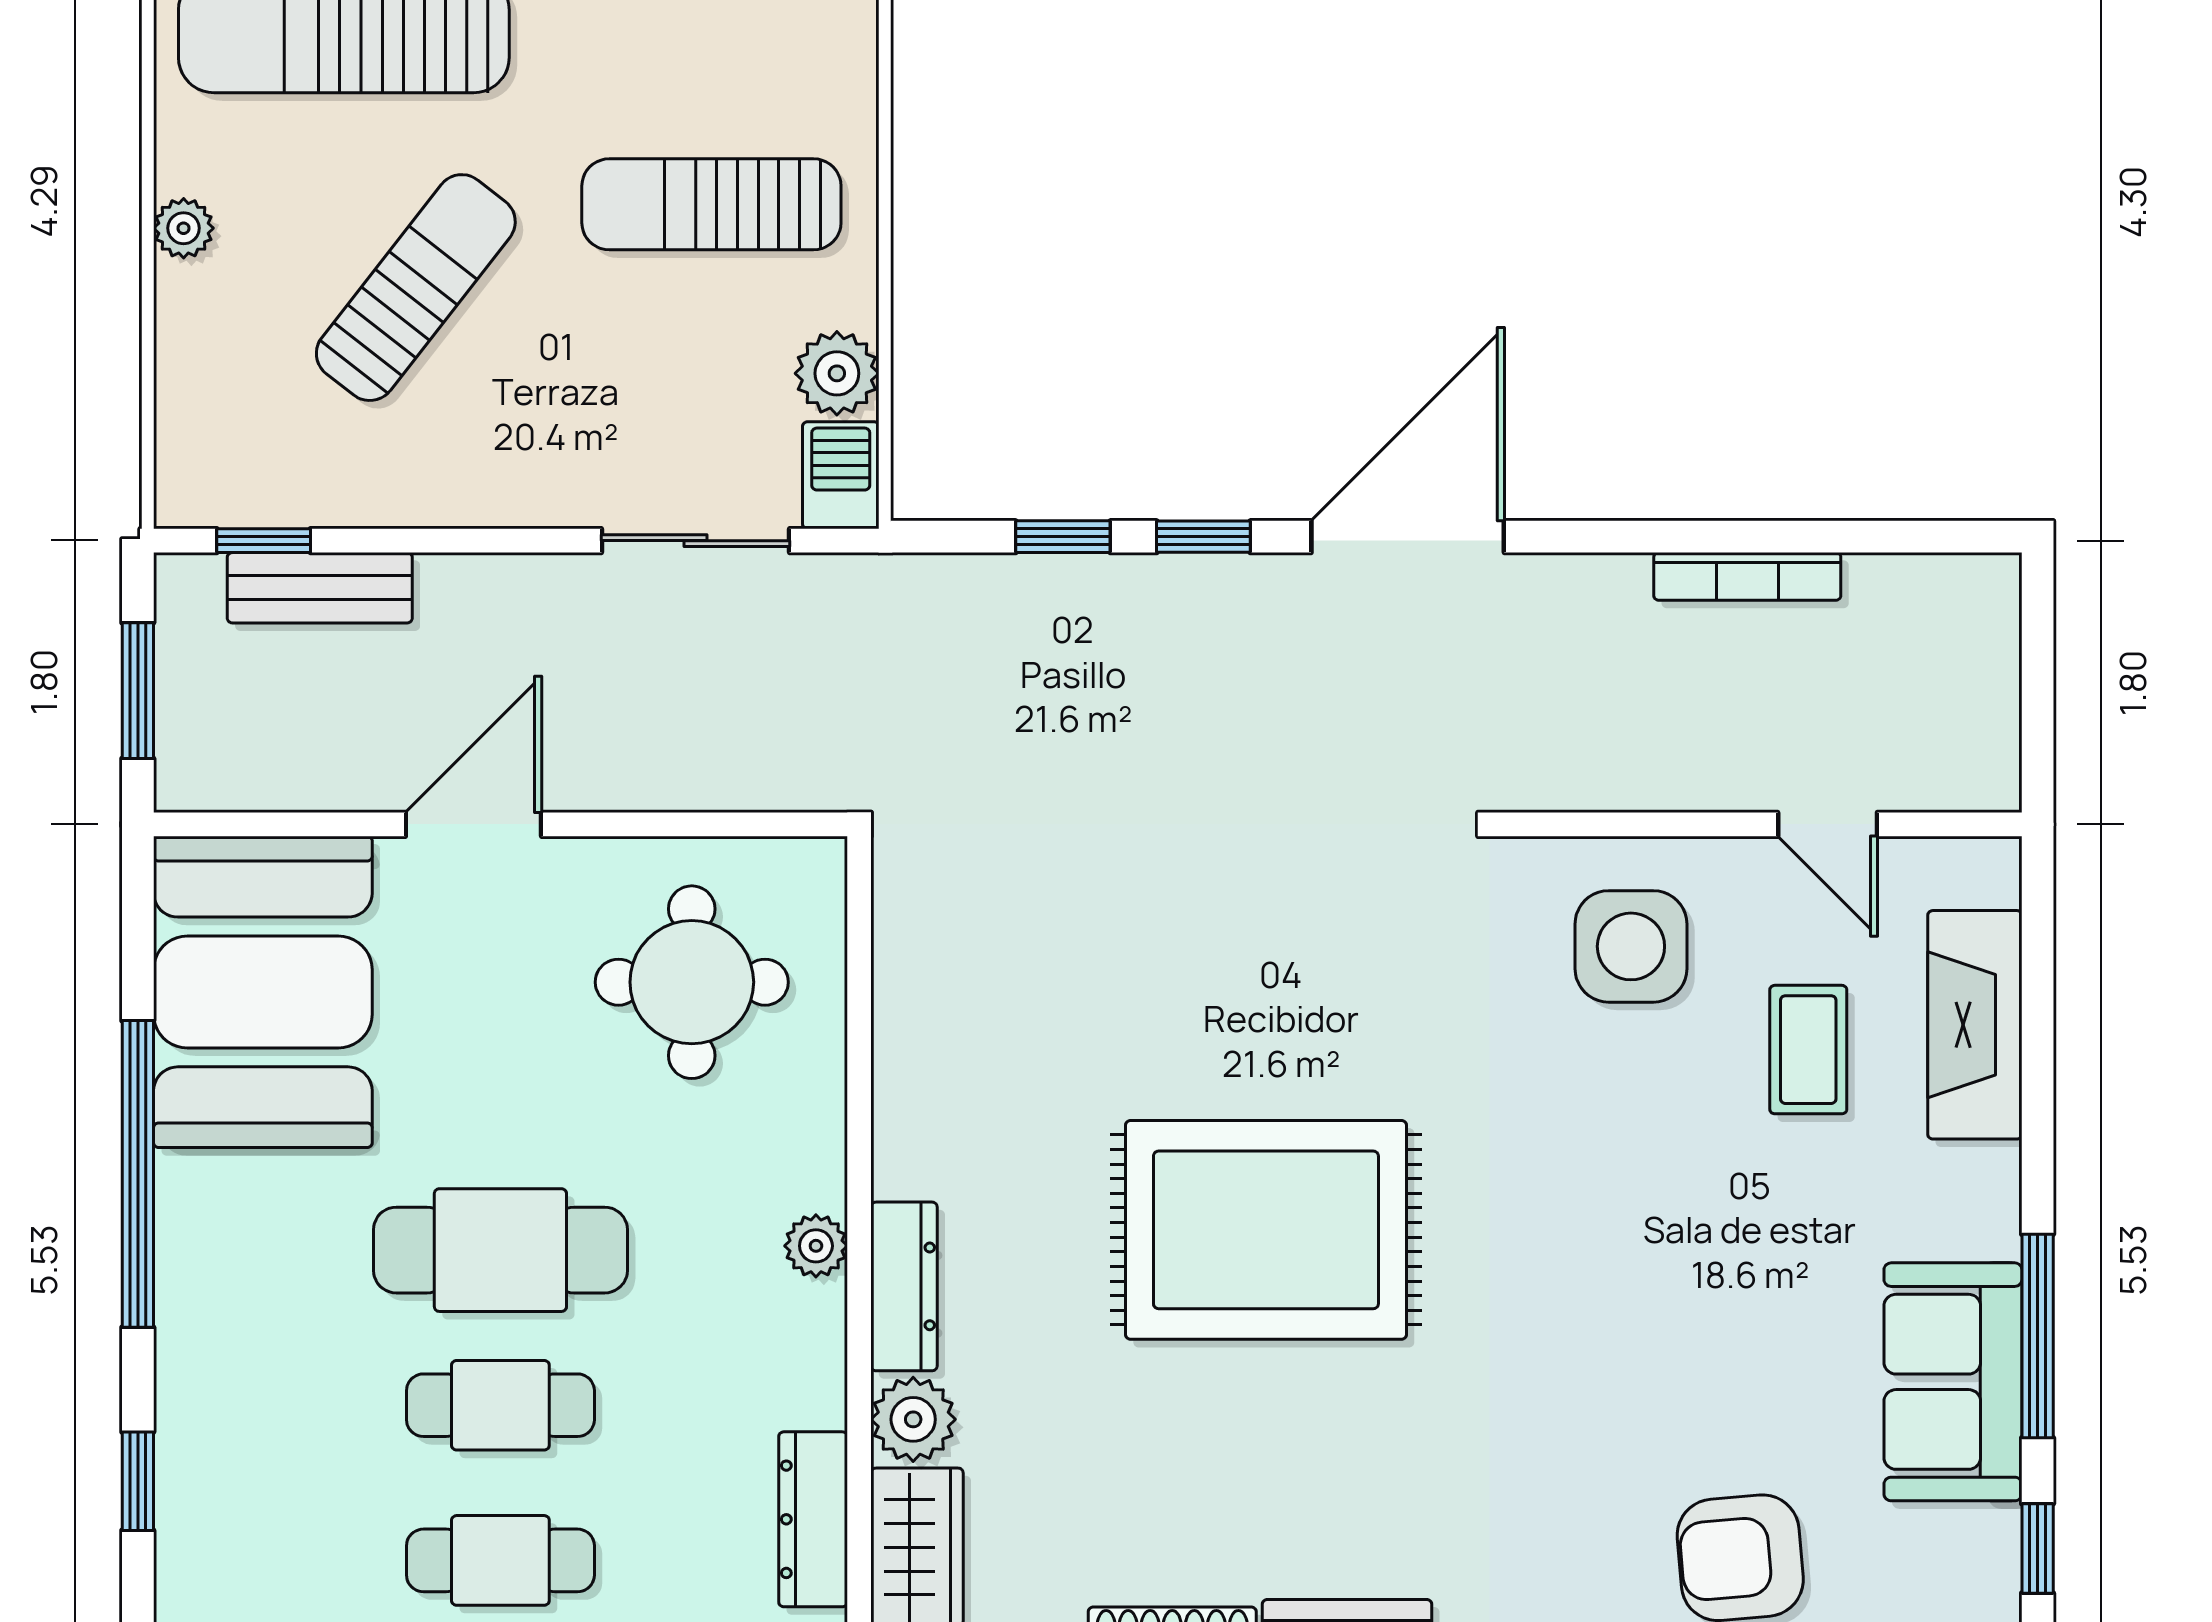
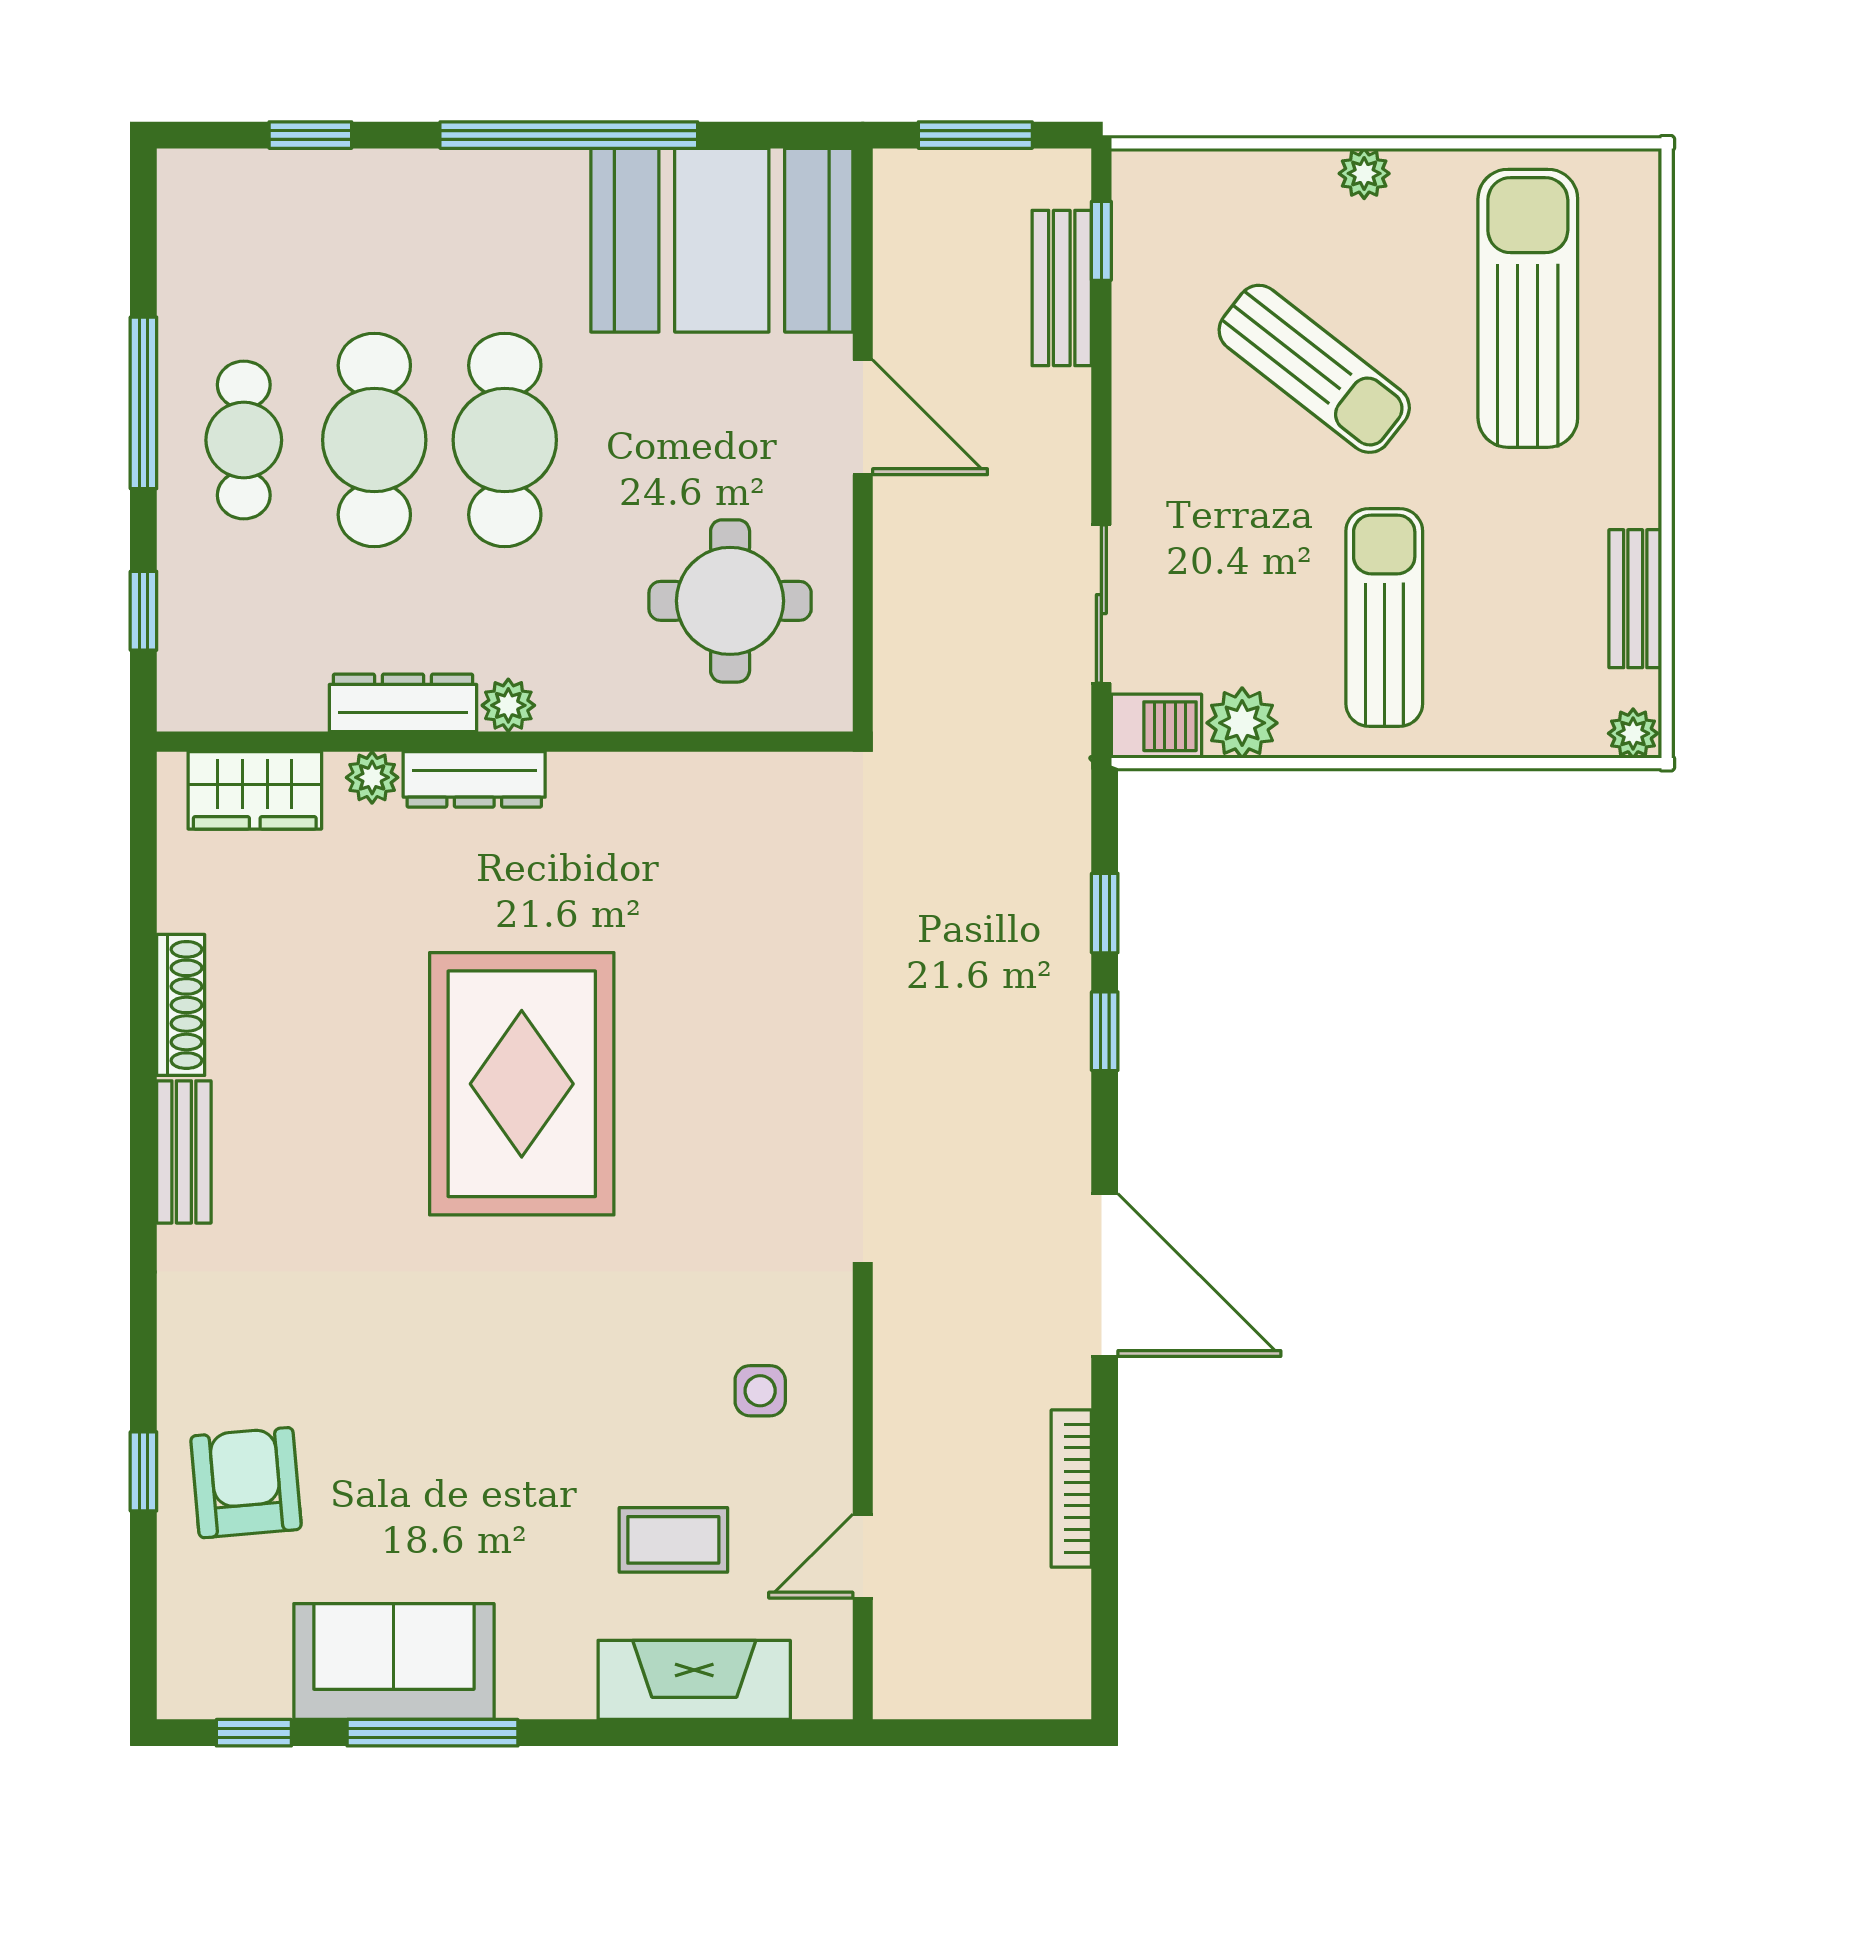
door: (1408, 537) -> (1105, 1275), moved
side table: (1631, 946) -> (760, 1391), width x0.54, depth x0.54
cafe table: (500, 1405) -> (374, 440), width x1.37, depth x1.35
plant: (913, 1419) -> (372, 777), width x0.73, depth x0.73
dresser: (813, 1519) -> (403, 703), moved

